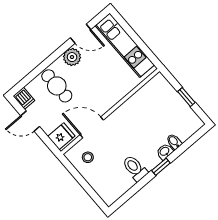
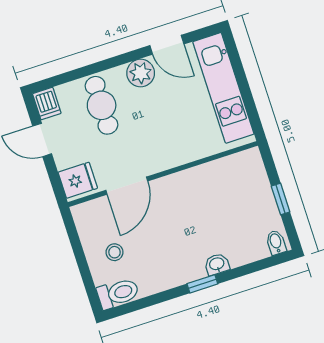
door: (92, 127) -> (127, 186), swing flipped
bidet: (174, 142) -> (276, 242), moved
stool: (88, 157) -> (114, 252), moved
toilet: (135, 168) -> (118, 293), moved, turned 90

